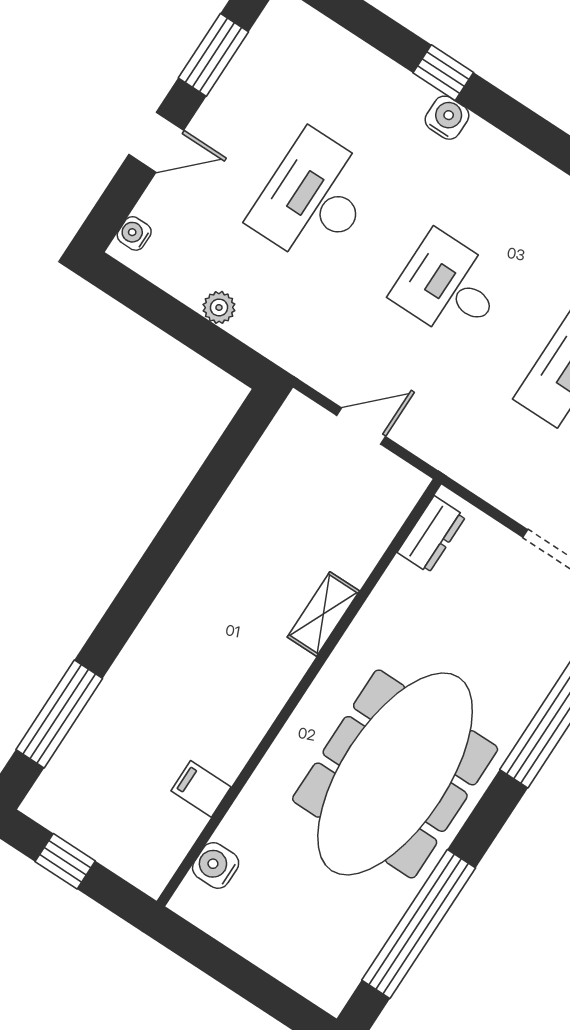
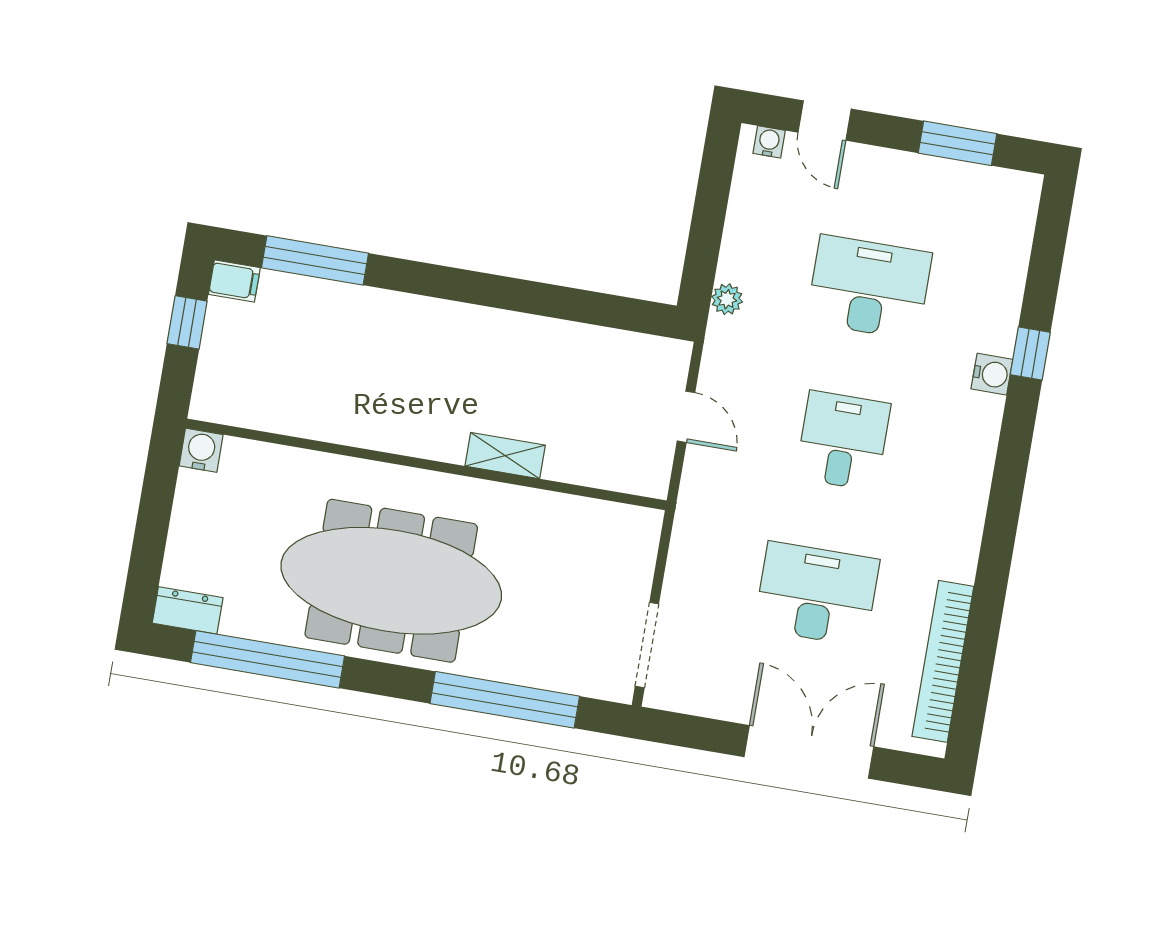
door: (156, 142) -> (825, 121), moved
plant: (219, 307) -> (727, 299), moved
dresser: (431, 534) -> (188, 610), moved, turned 180
filing cabinet: (201, 789) -> (234, 281), moved, turned 90
water cooler: (216, 865) -> (201, 450), moved

